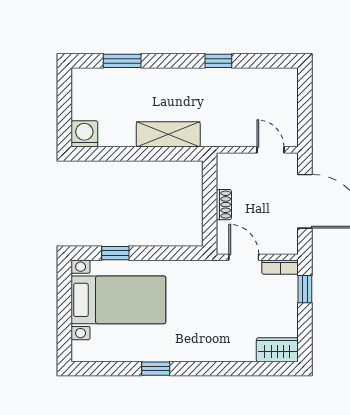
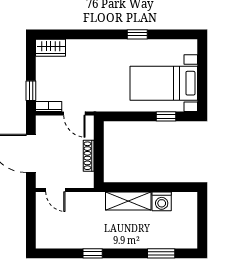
washing machine: (84, 134) -> (162, 201), moved
shoe rack: (224, 205) -> (89, 156), width x1.43

